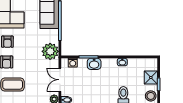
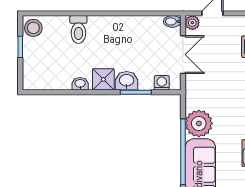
plant: (50, 51) -> (199, 123), moved
shower: (151, 78) -> (103, 79), moved

